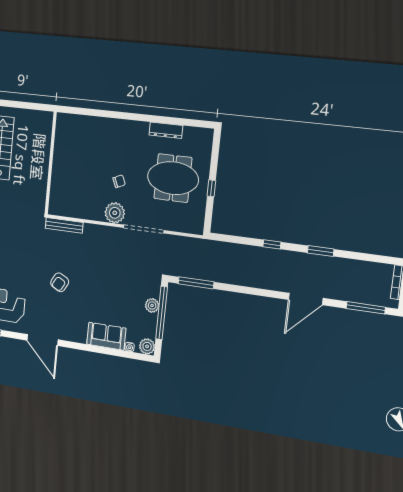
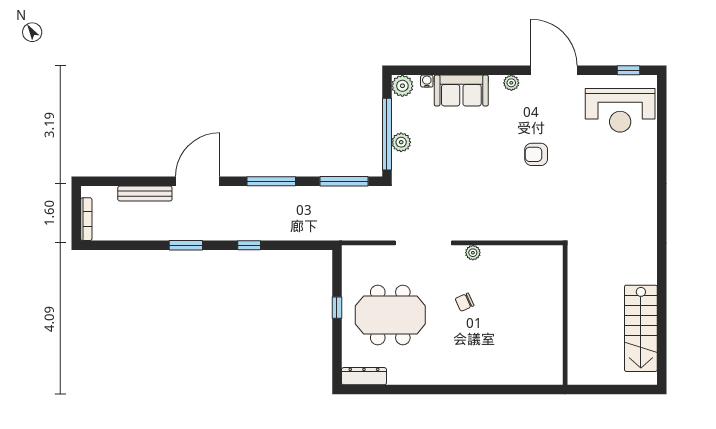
dresser: (166, 130) -> (364, 376), moved
plant: (115, 213) -> (473, 253), width x0.53, depth x0.53
bench: (64, 225) -> (145, 194), moved
armchair: (60, 282) -> (536, 154), turned -119
window: (366, 308) -> (271, 181), moved
plant: (72, 336) -> (511, 83), added

